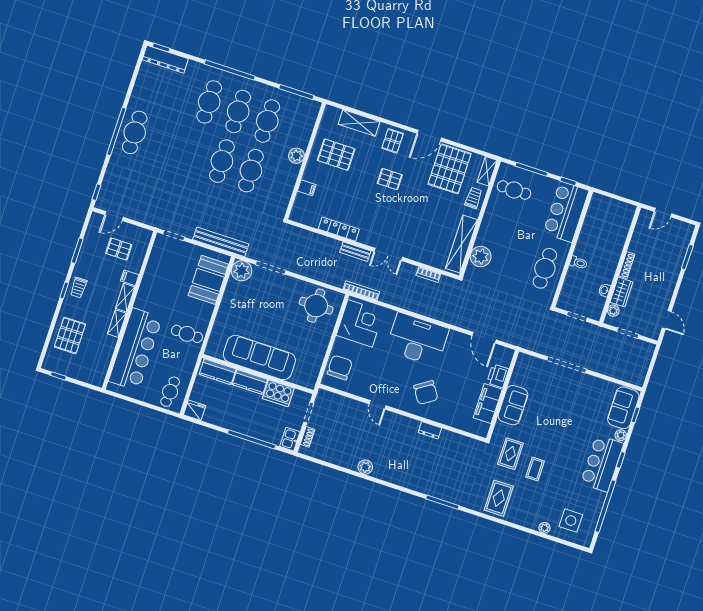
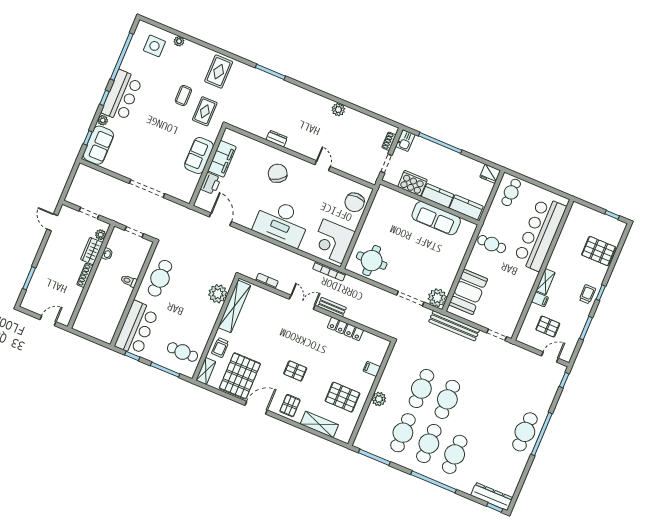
shelving: (117, 324) -> (555, 259), removed
pallet: (70, 335) -> (599, 251), turned 90
sofa: (259, 357) -> (436, 218), width x0.74, depth x0.79

